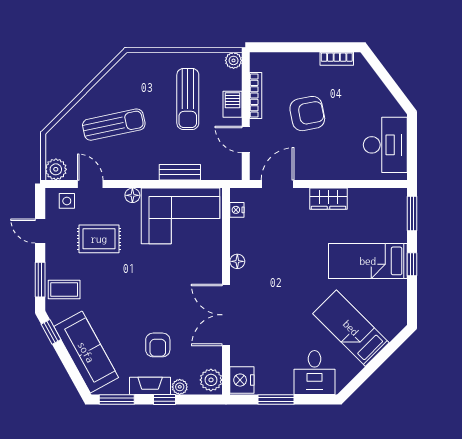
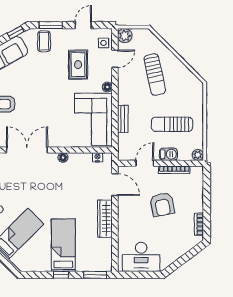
wardrobe: (328, 199) -> (105, 219), width x1.50

